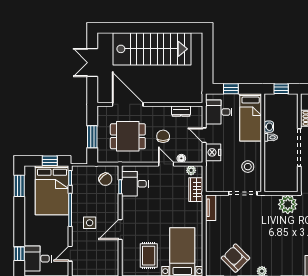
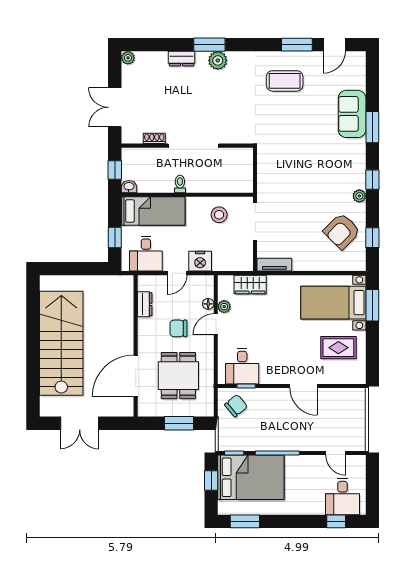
washbasin: (269, 127) -> (129, 187), moved
plant: (191, 170) -> (224, 307), moved
plant: (288, 204) -> (270, 161), removed
side table: (90, 223) -> (294, 427), removed

